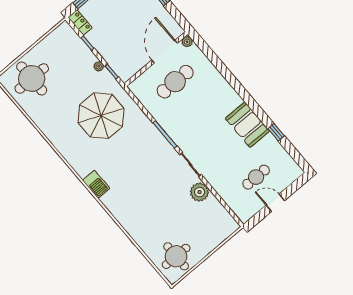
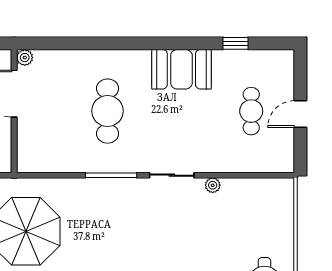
cafe table: (175, 82) -> (108, 111), moved
window: (276, 132) -> (236, 43), moved
plant: (200, 192) -> (213, 185), width x0.53, depth x0.53

